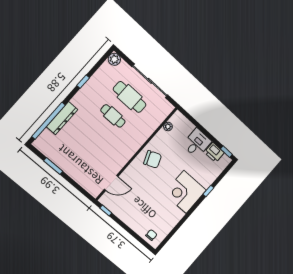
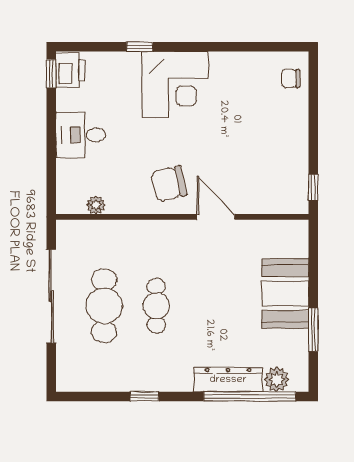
plant: (114, 59) -> (277, 379), moved
printer: (214, 152) -> (70, 70), moved
chair: (153, 159) -> (169, 184), turned -81
booth: (76, 167) -> (285, 294), added
door: (111, 183) -> (216, 217), moved

